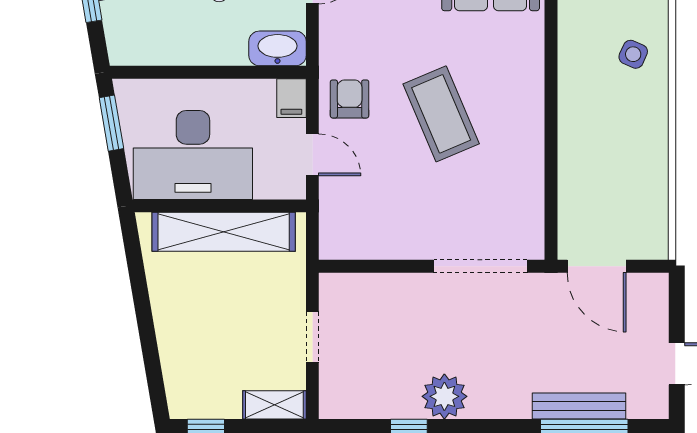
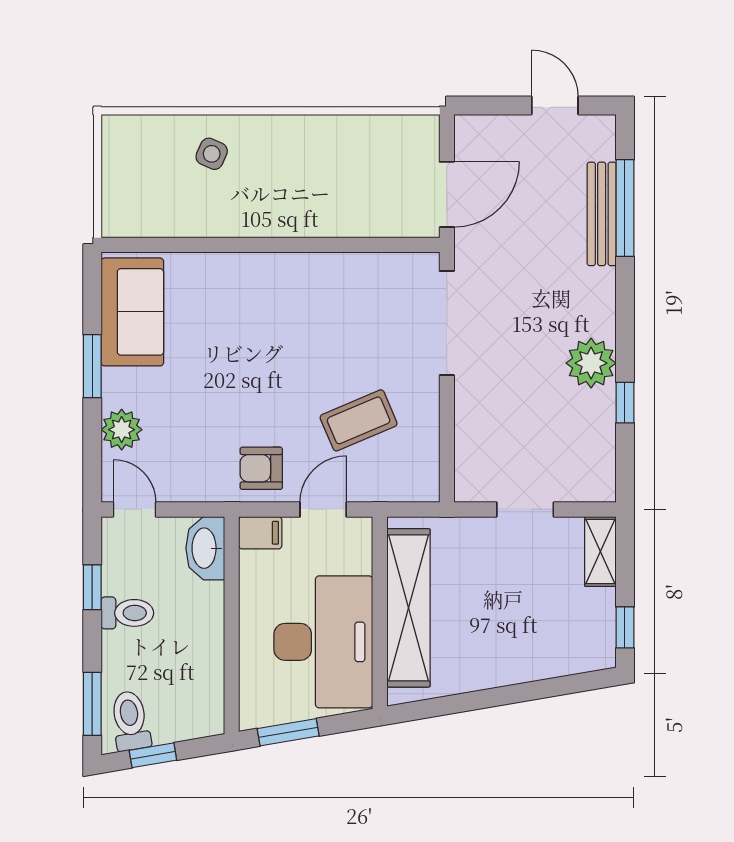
coffee table: (441, 114) -> (359, 420), moved, width x0.73, depth x0.76

